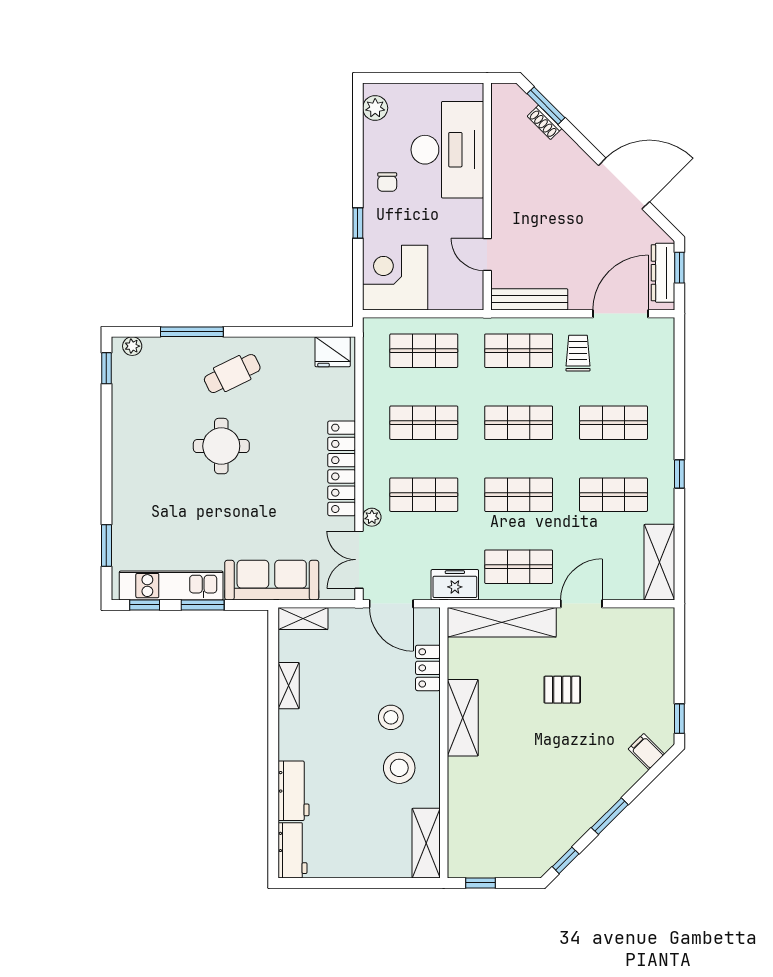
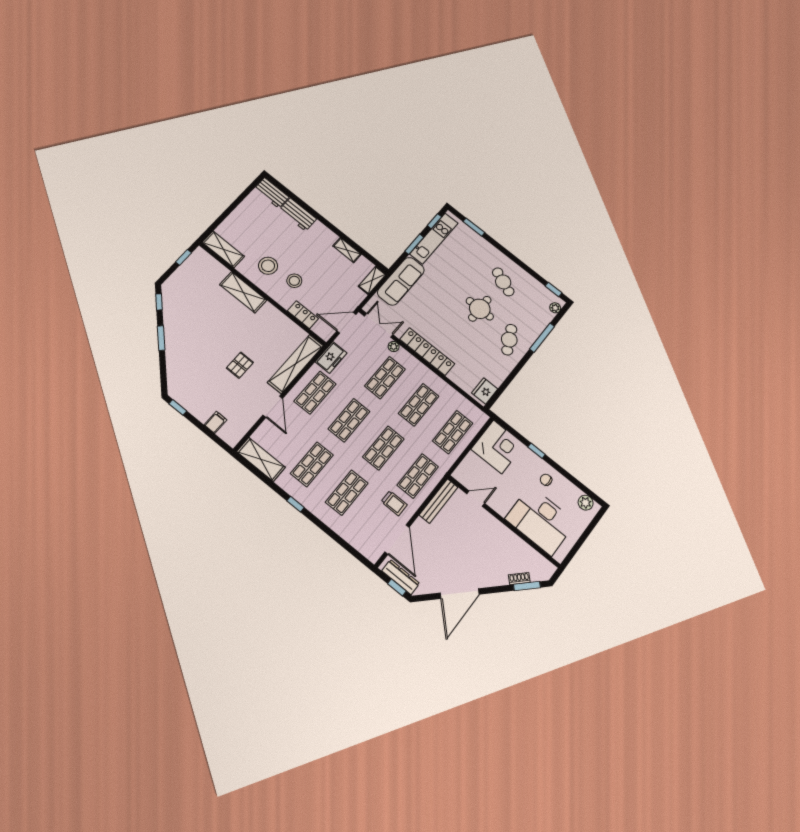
cafe table: (155, 444) -> (503, 282), added
shelving: (463, 718) -> (243, 292), moved
filing cabinet: (646, 752) -> (216, 422), moved, turned -45

